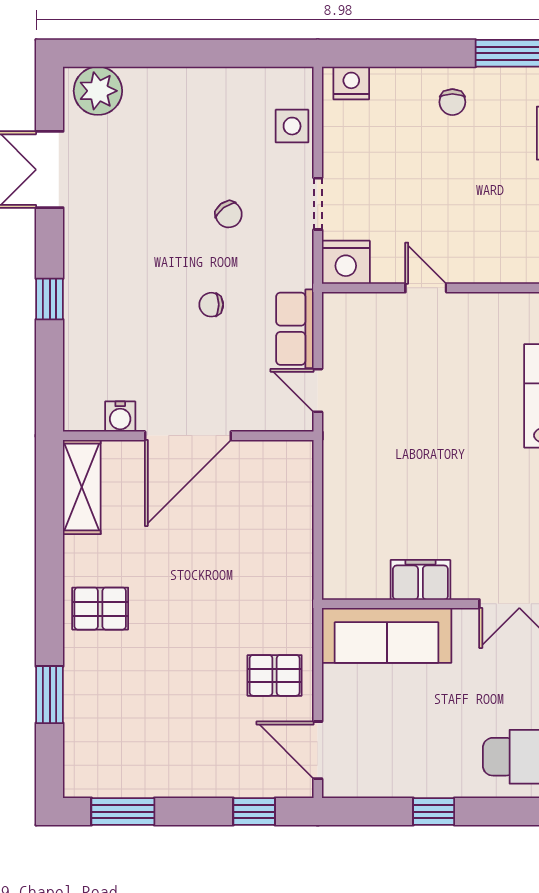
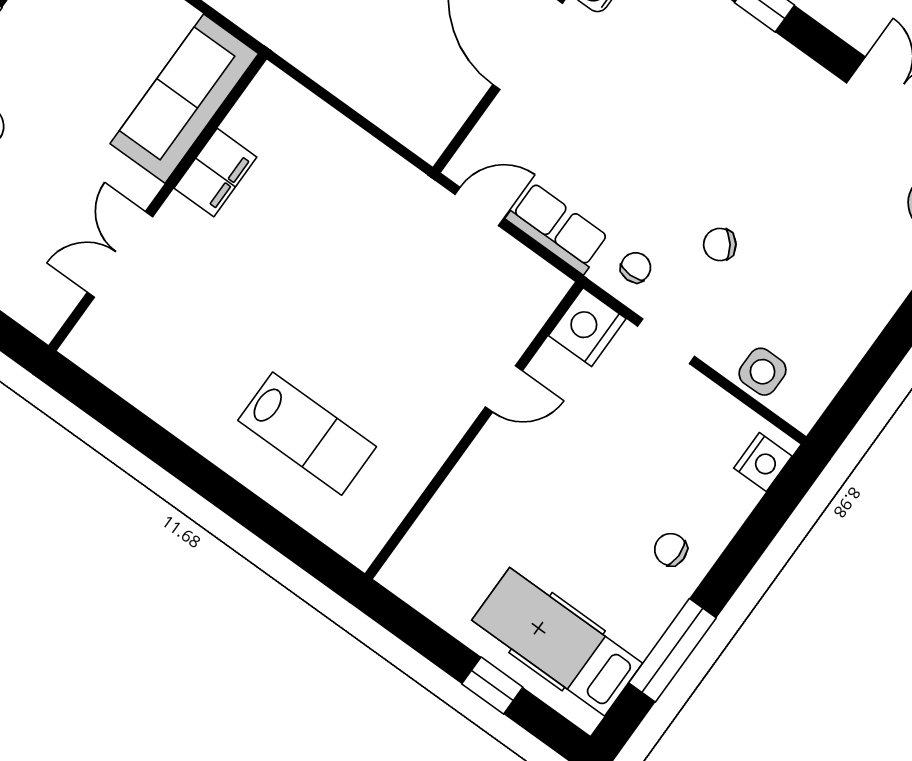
chair: (211, 305) -> (636, 268), moved

